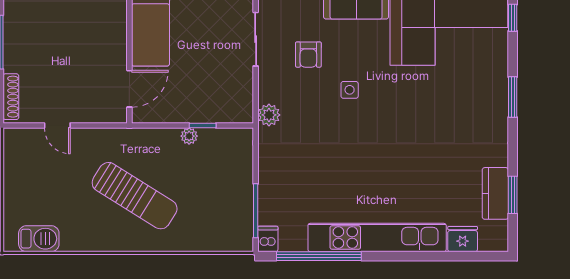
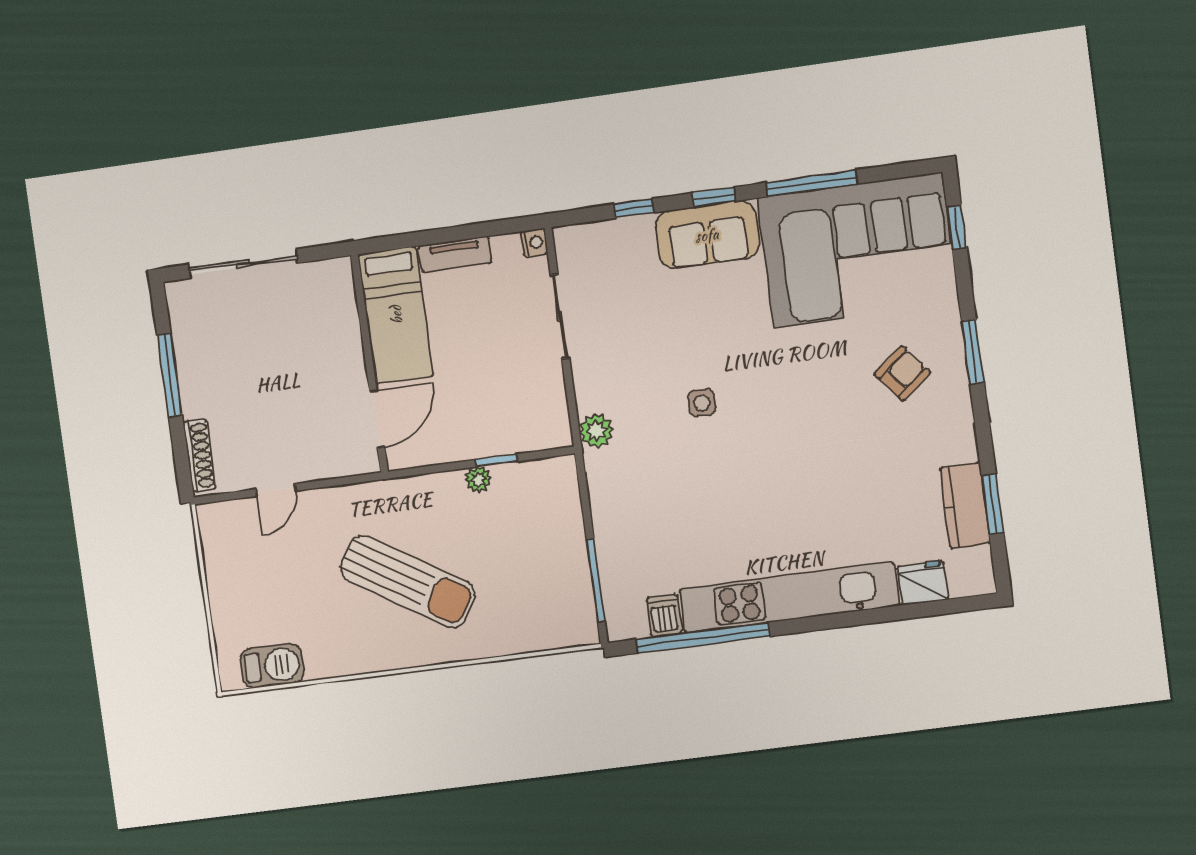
armchair: (308, 55) -> (903, 373), moved, turned -129
side table: (350, 90) -> (702, 403), moved
door: (57, 125) -> (276, 490), hinge flipped
dishwasher: (268, 239) -> (664, 616), moved

